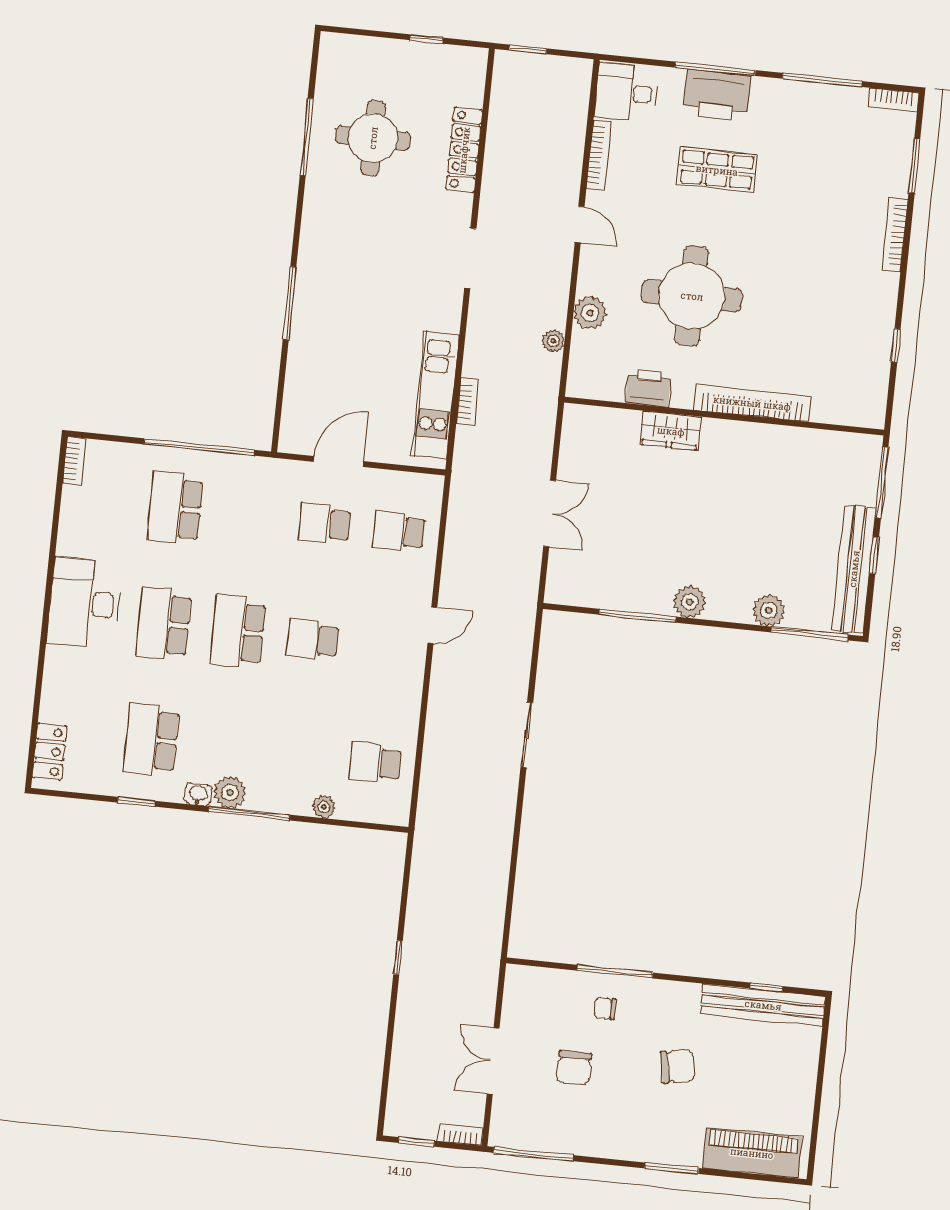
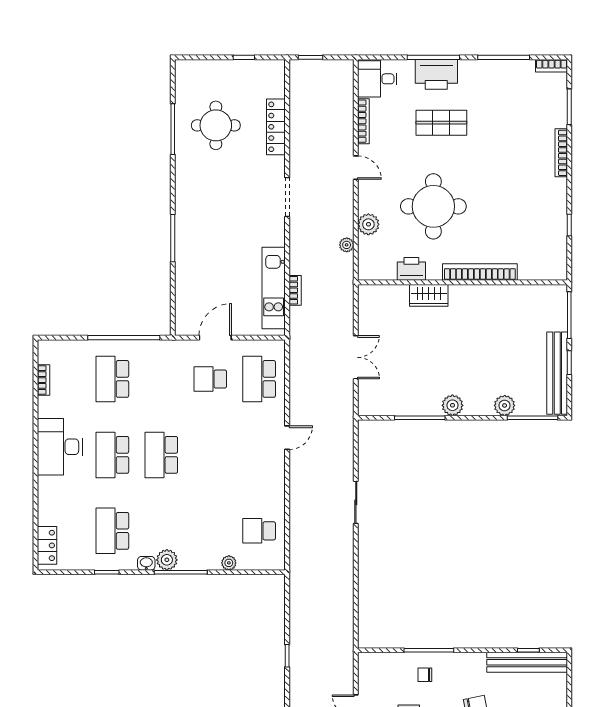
bookcase: (74, 461) -> (44, 380), moved
school desk: (399, 531) -> (259, 379), width x1.85
school desk: (312, 639) -> (210, 455), removed

